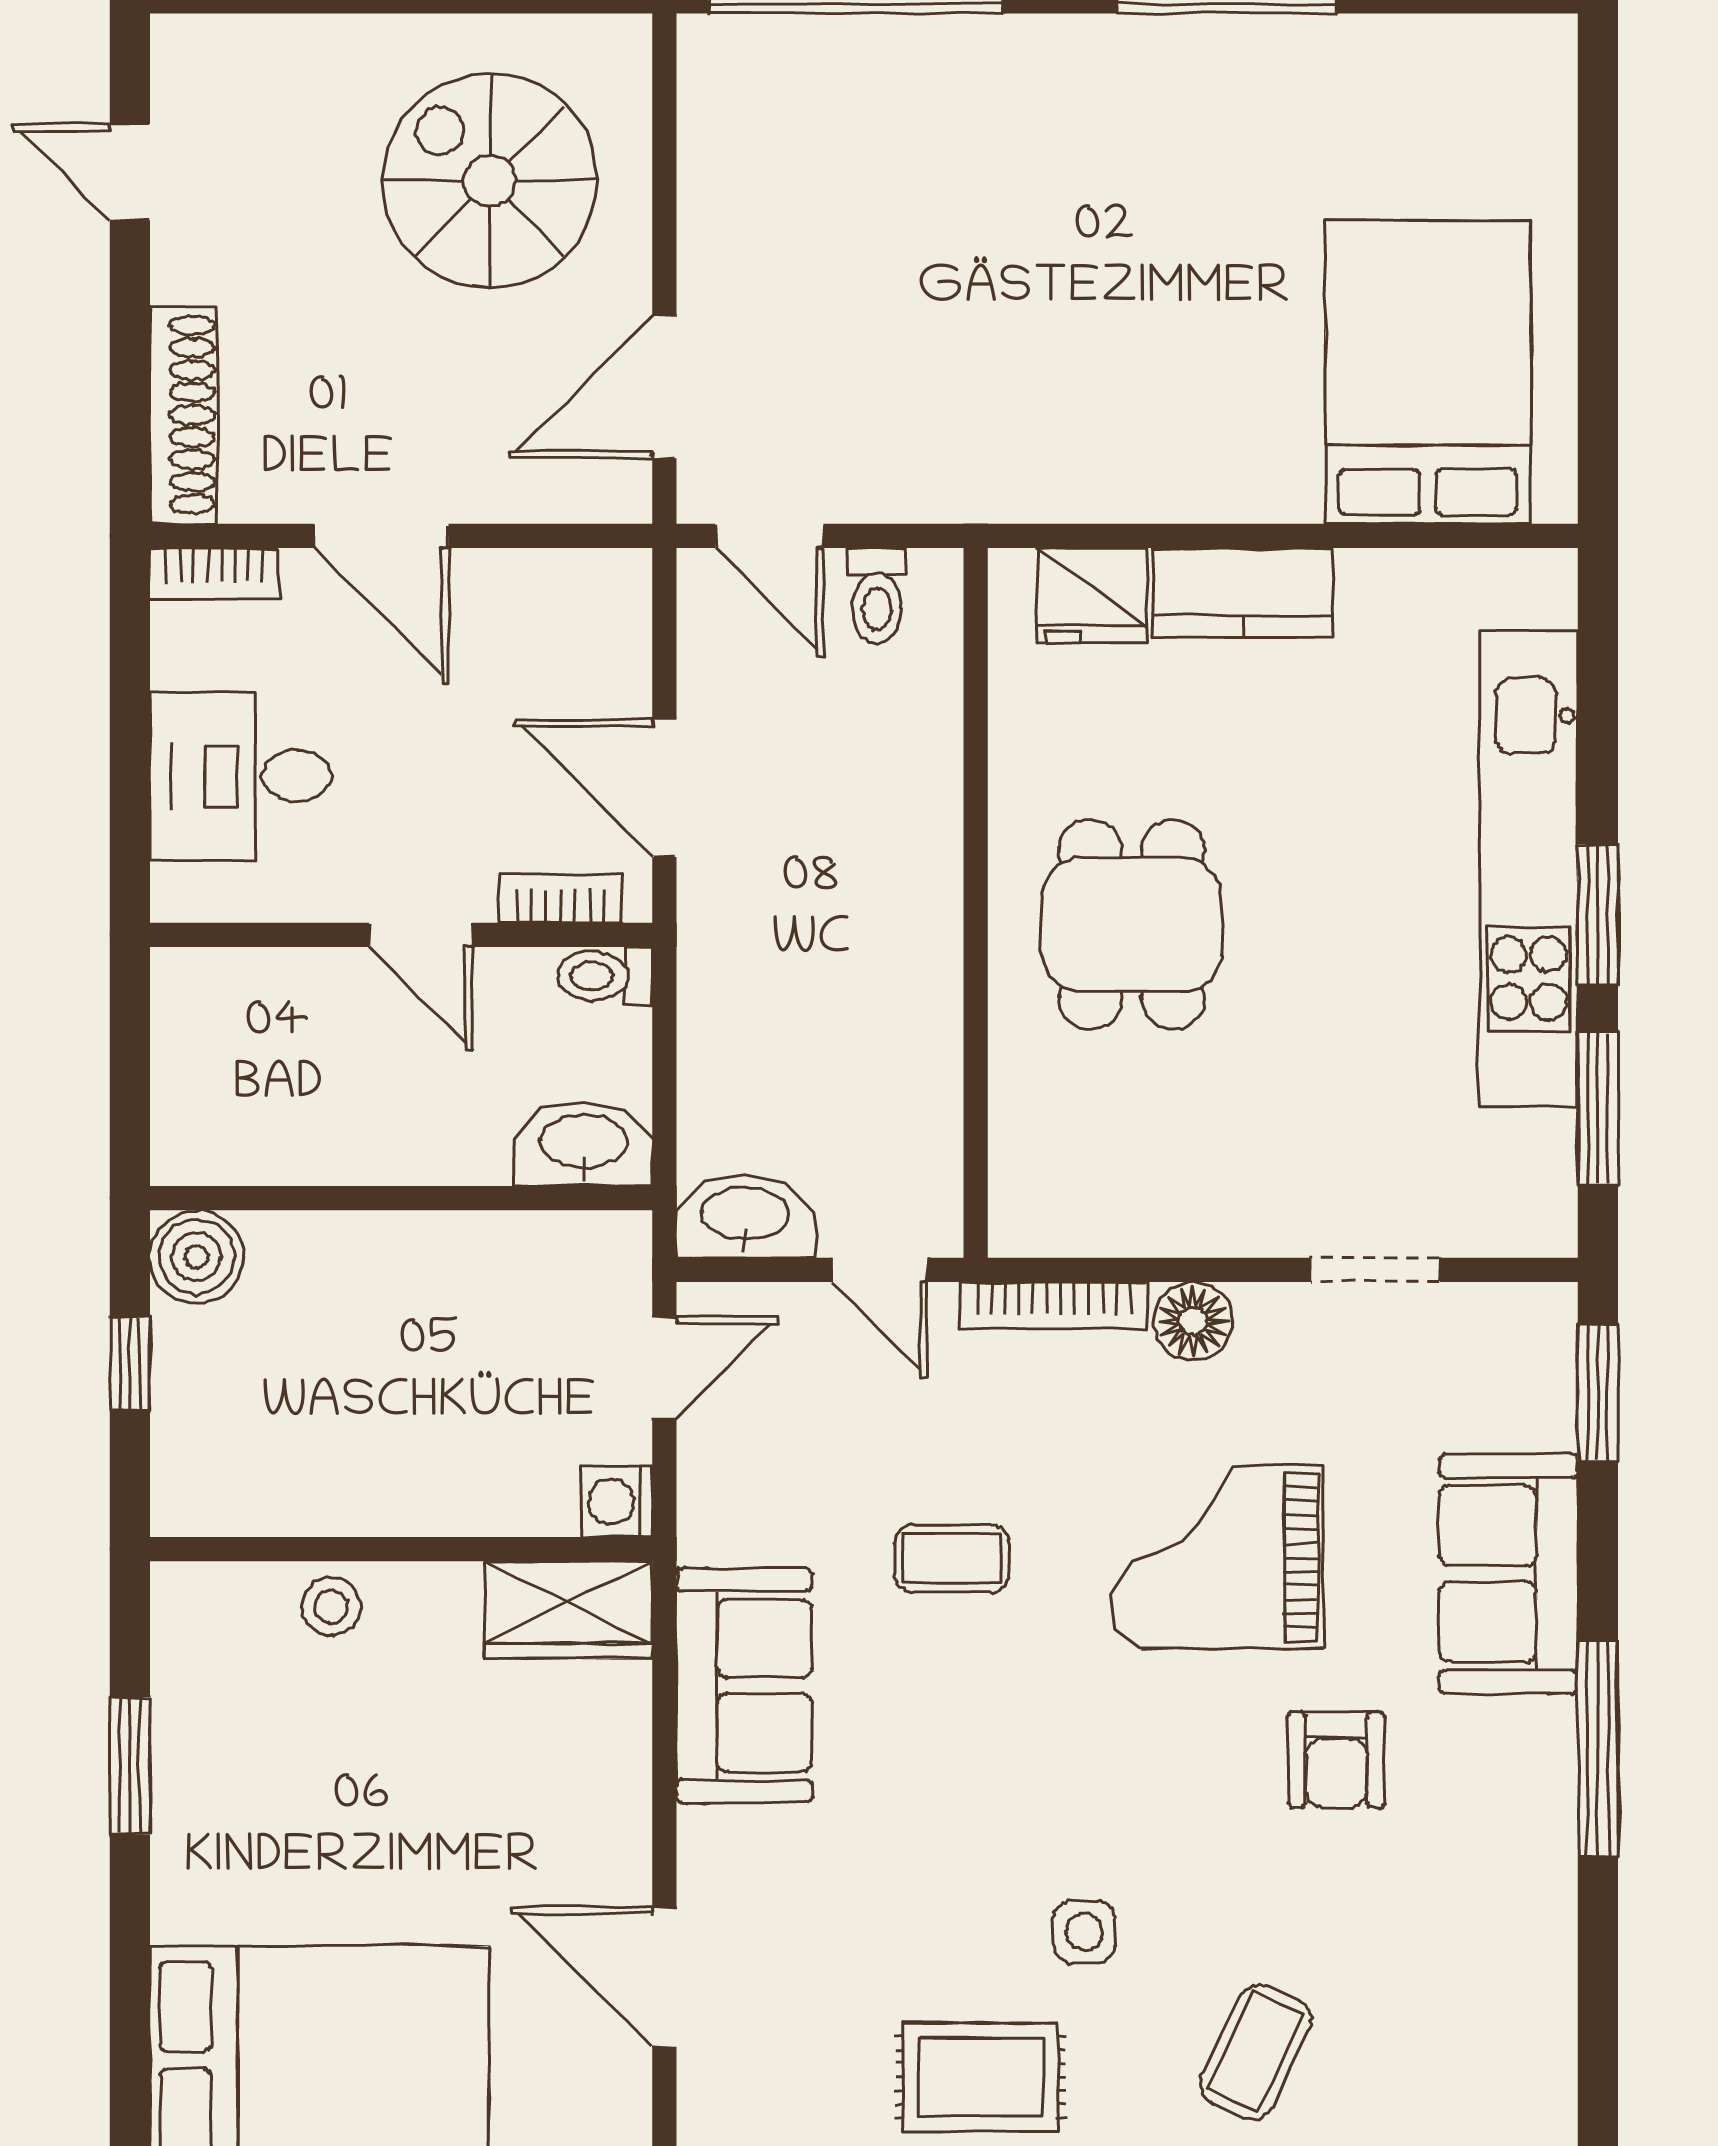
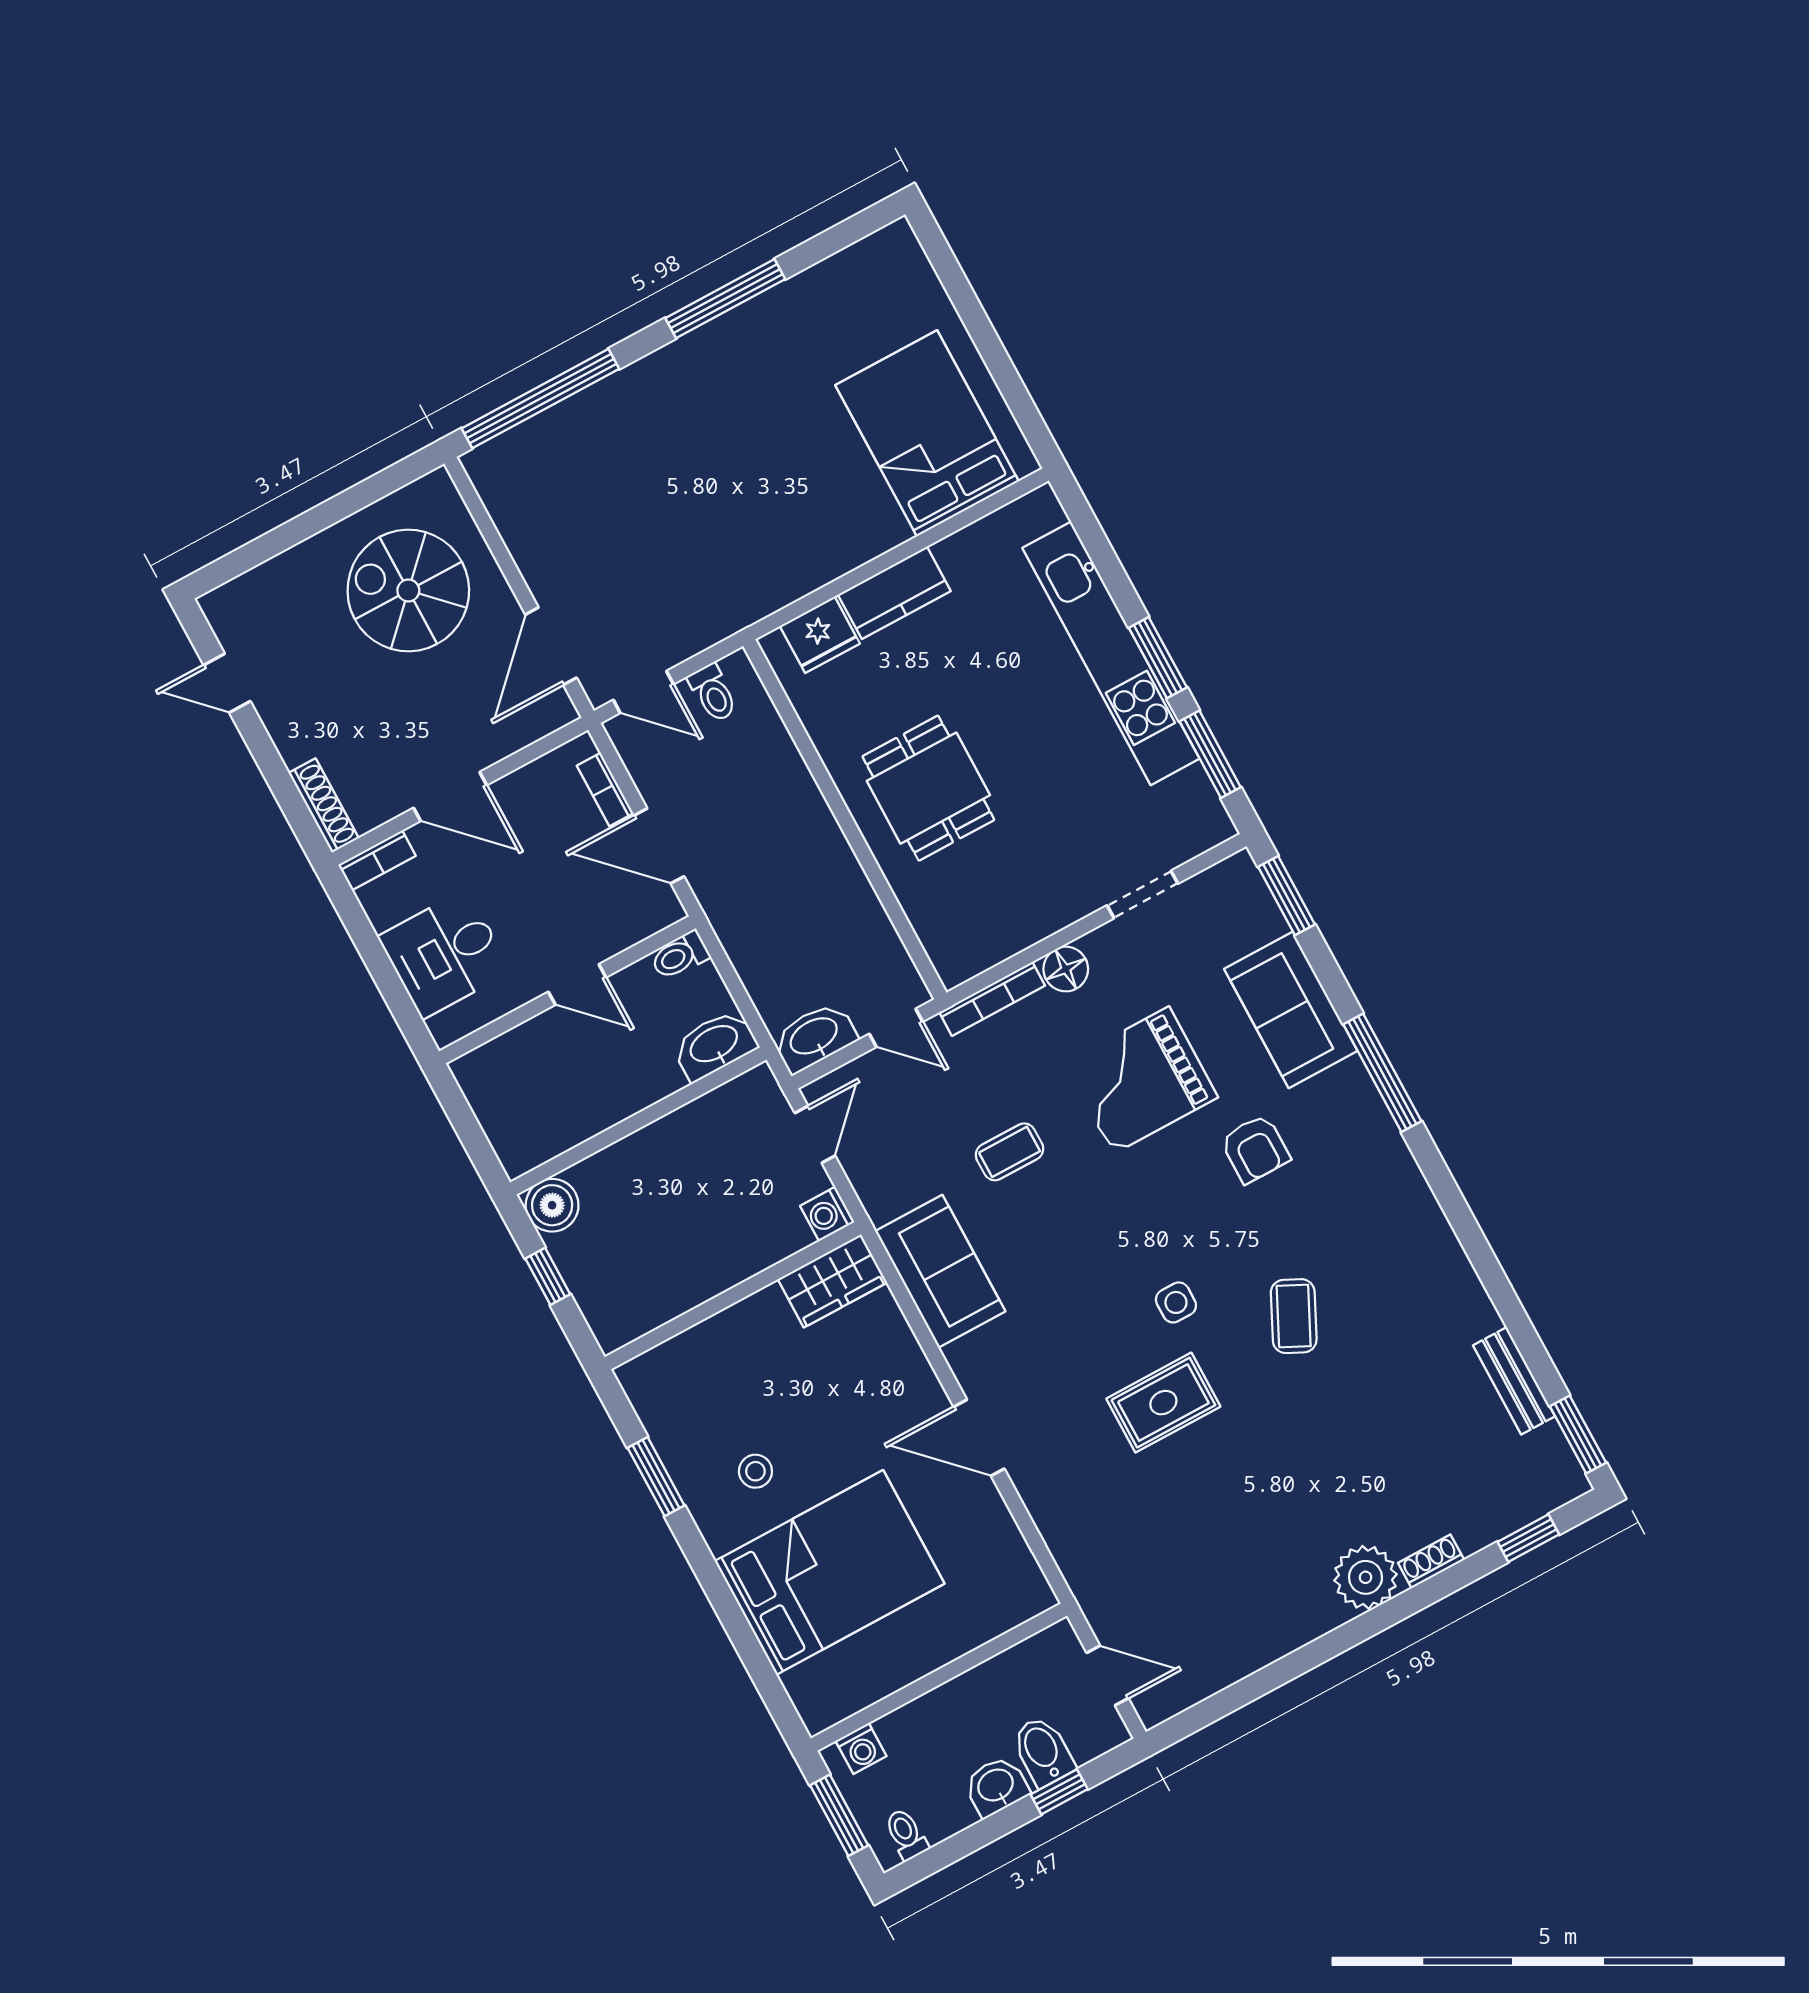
shoe rack: (184, 415) -> (324, 806), width x0.74, depth x0.81
bookcase: (561, 899) -> (605, 789), moved, turned -90
stool: (331, 1606) -> (755, 1471), moved

